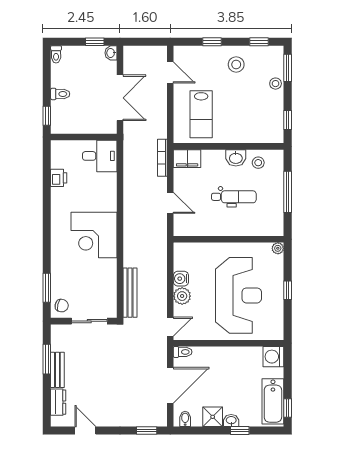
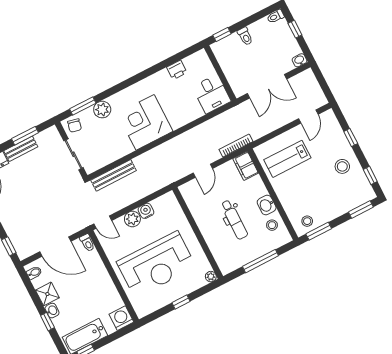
window: (95, 42) -> (295, 29), moved
stool: (276, 84) -> (307, 221), moved
window: (288, 120) -> (319, 231), width x1.50
plant: (60, 271) -> (102, 110), added

